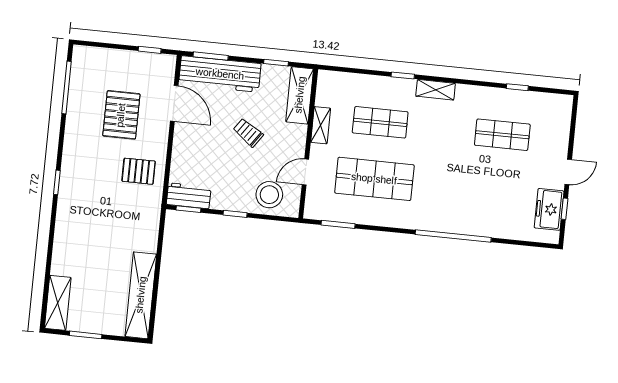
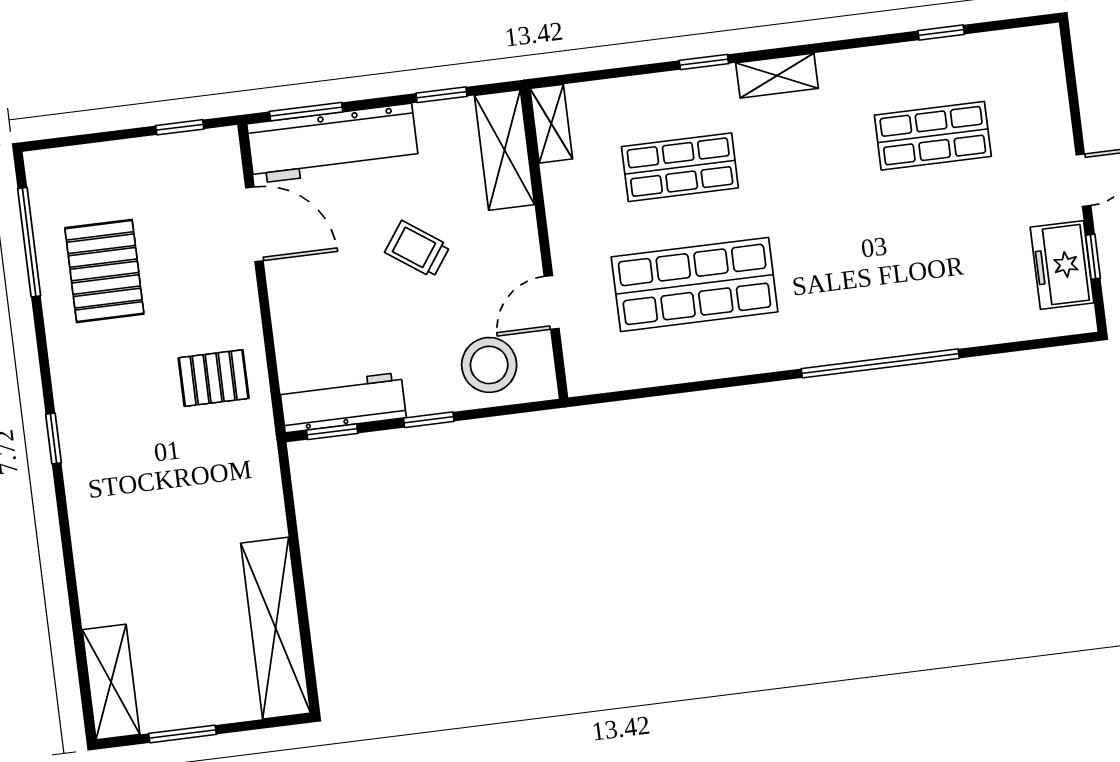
pallet: (121, 115) -> (104, 271), moved
shelving: (321, 125) -> (551, 124), moved
workbench: (189, 196) -> (343, 403), width x1.38
window: (338, 224) -> (642, 393), removed

